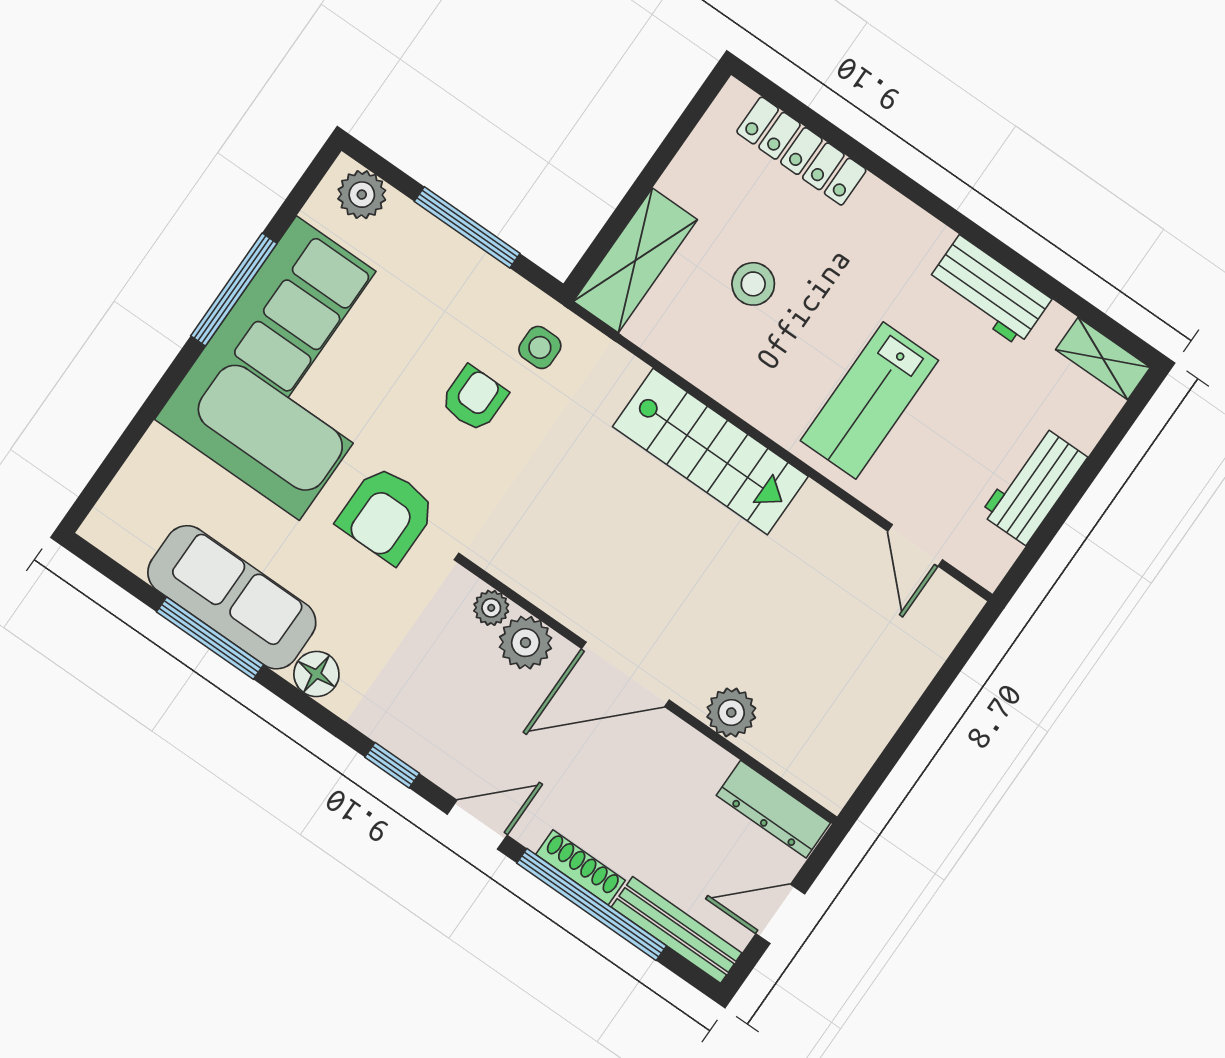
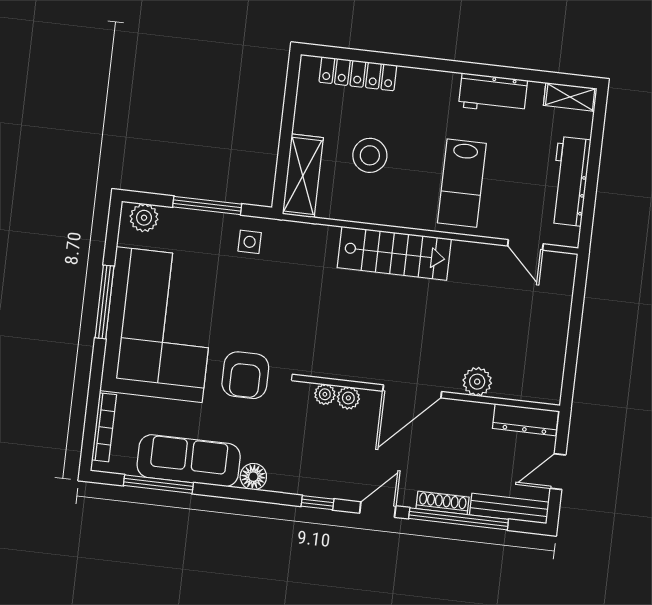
stool: (753, 284) -> (370, 155), width x1.38, depth x1.38
side table: (540, 347) -> (250, 242), moved
armchair: (474, 399) -> (258, 292), removed
bookcase: (131, 478) -> (104, 427), added
workbench: (1034, 485) -> (570, 181), width x1.37
window: (210, 638) -> (158, 484), moved
plant: (525, 643) -> (348, 398), width x0.73, depth x0.73

